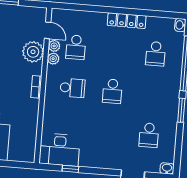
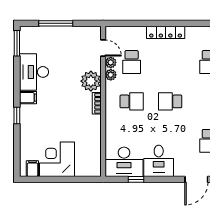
locker: (127, 21) -> (166, 32), moved
plant: (33, 52) -> (91, 81), moved
school desk: (112, 91) -> (170, 101), turned 90
desk: (95, 152) -> (159, 161), added

